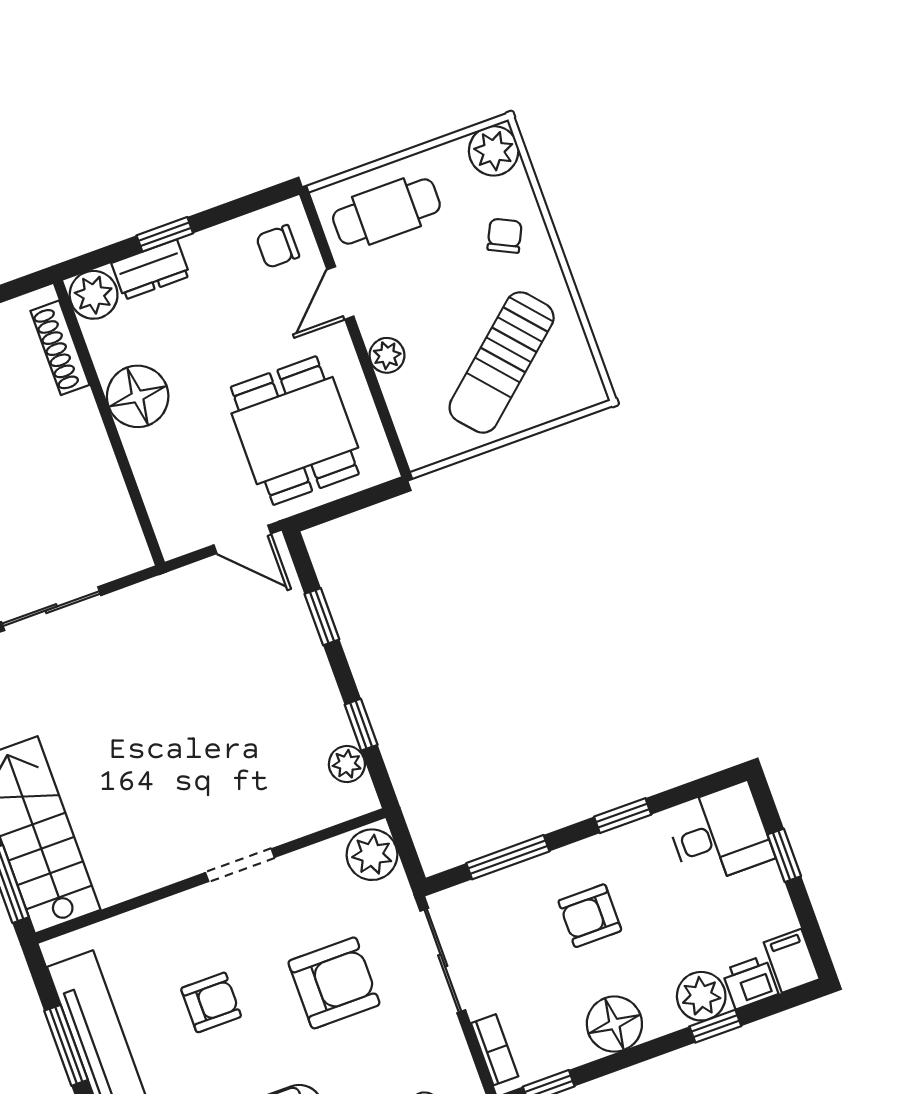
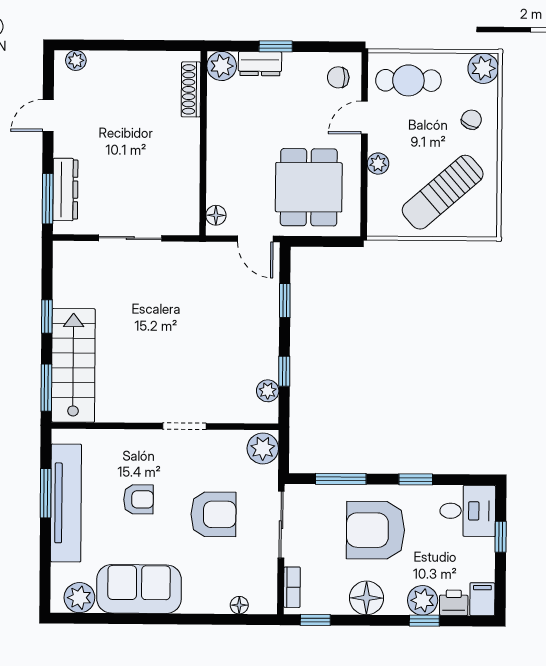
floor lamp: (138, 396) -> (216, 215), moved, width x0.53, depth x0.53
armchair: (590, 916) -> (375, 530), width x1.88, depth x1.88

